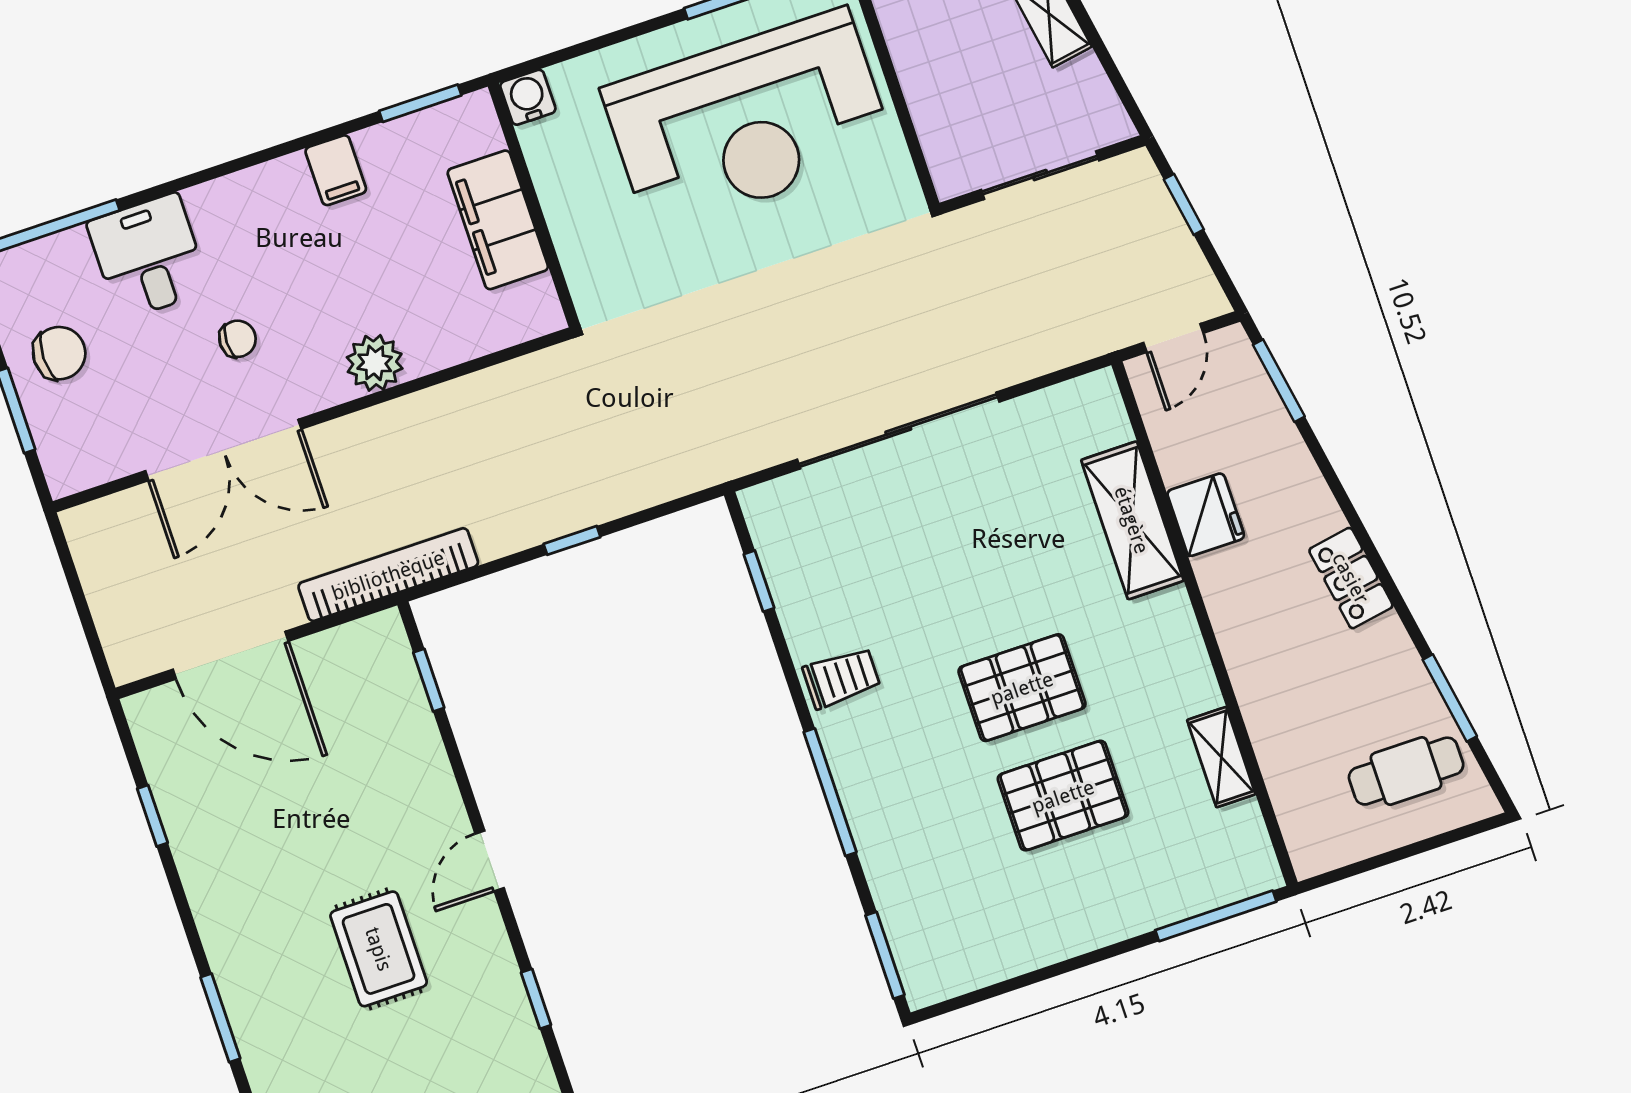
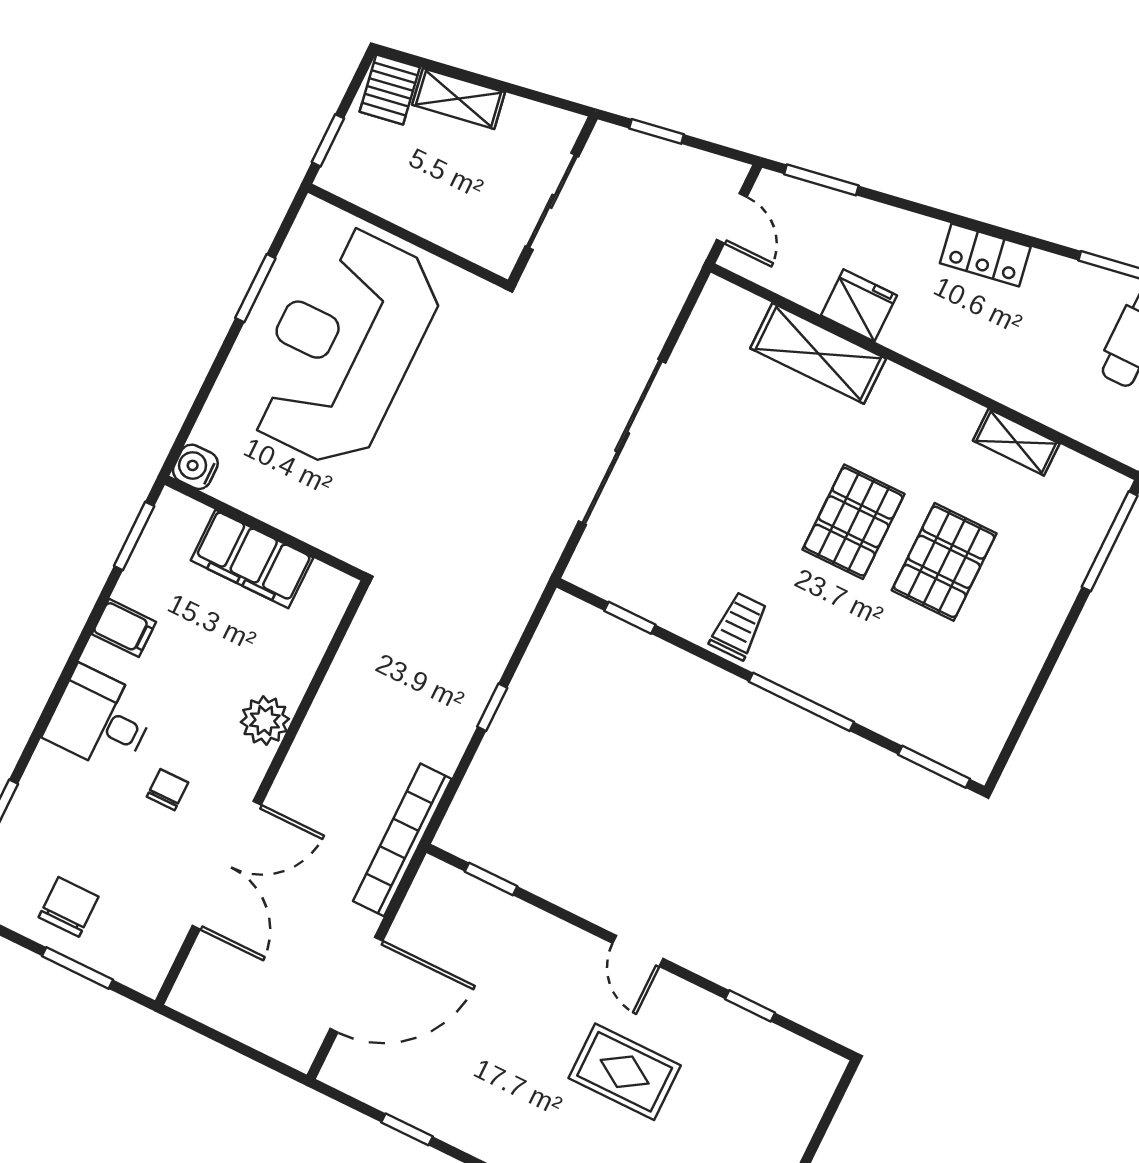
reception desk: (748, 121) -> (343, 347), turned 180
desk: (148, 257) -> (100, 719), moved

